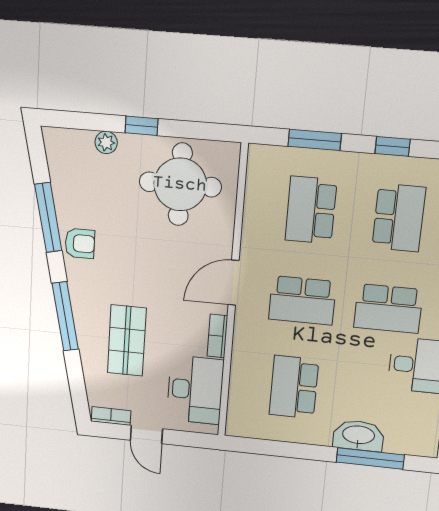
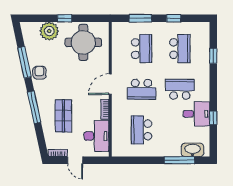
plant: (106, 142) -> (49, 31), width x1.88, depth x1.88
school desk: (311, 210) -> (142, 49), turned 180
armchair: (80, 243) -> (39, 73), turned -90
school desk: (388, 309) -> (180, 89), turned 180
washbasin: (358, 436) -> (193, 150), moved

